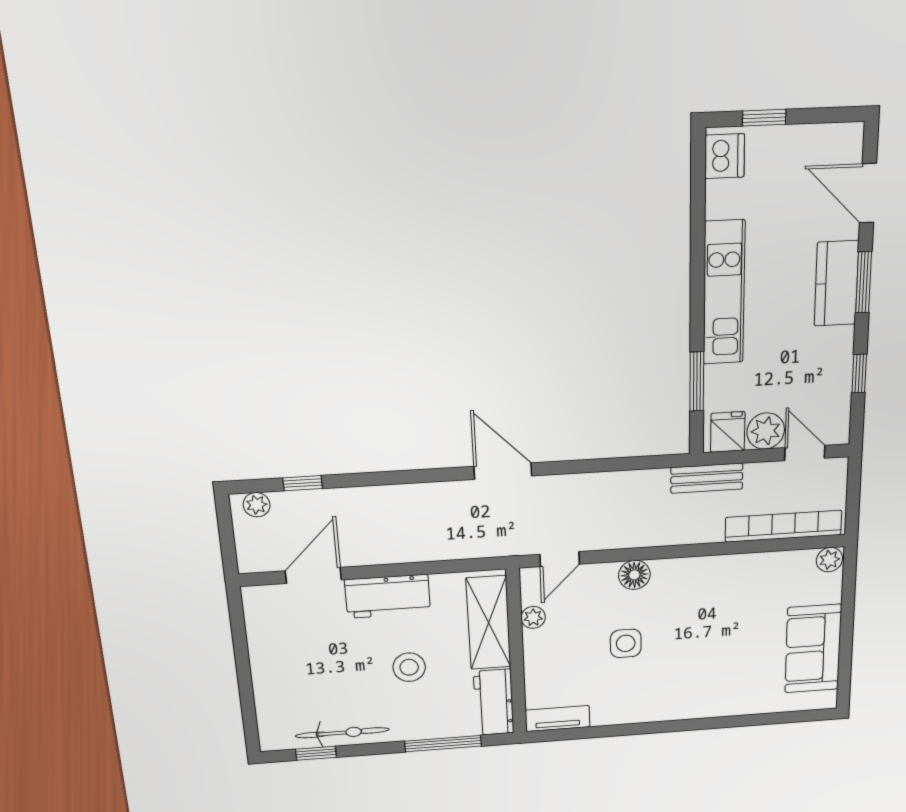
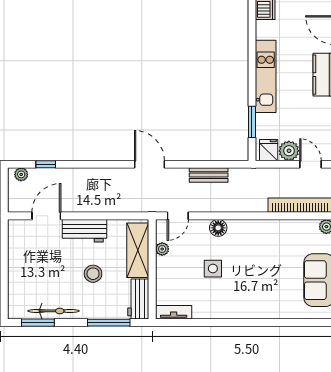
bench: (707, 478) -> (209, 175), moved
window: (316, 753) -> (38, 323), width x1.50

